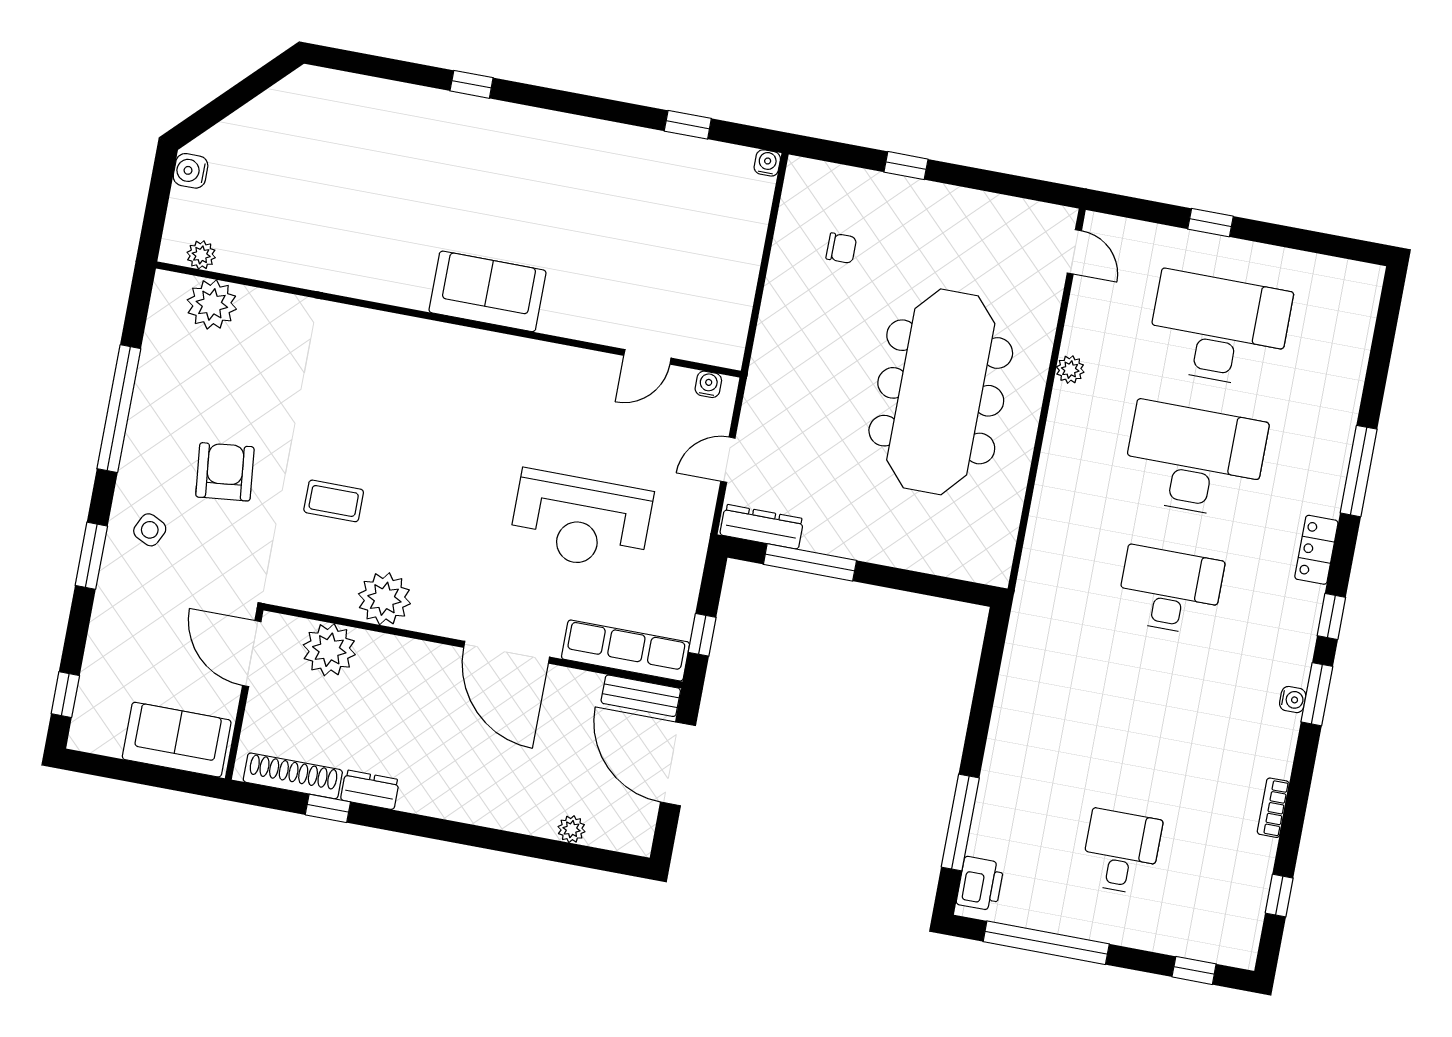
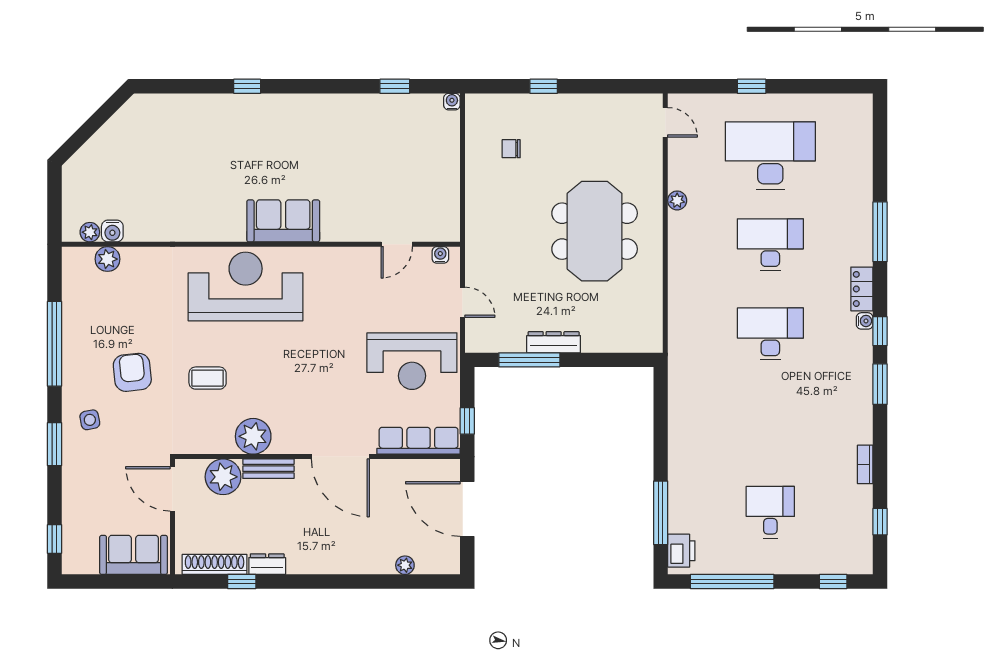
water cooler: (191, 171) -> (112, 231), moved, turned -90
chair: (841, 248) -> (511, 149), turned 180
plant: (212, 304) -> (107, 259), width x0.73, depth x0.73
reception desk: (414, 377) -> (246, 287), added
meeting table: (941, 392) -> (595, 231), width x0.73
door: (728, 460) -> (463, 302), swing flipped
desk: (1194, 460) -> (770, 245), width x0.73, depth x0.77
reception desk: (581, 521) -> (412, 361), moved
dresser: (762, 527) -> (554, 342), moved
side table: (150, 530) -> (90, 420), turned -37
bench: (641, 696) -> (268, 469), moved
water cooler: (1293, 700) -> (865, 321), moved

